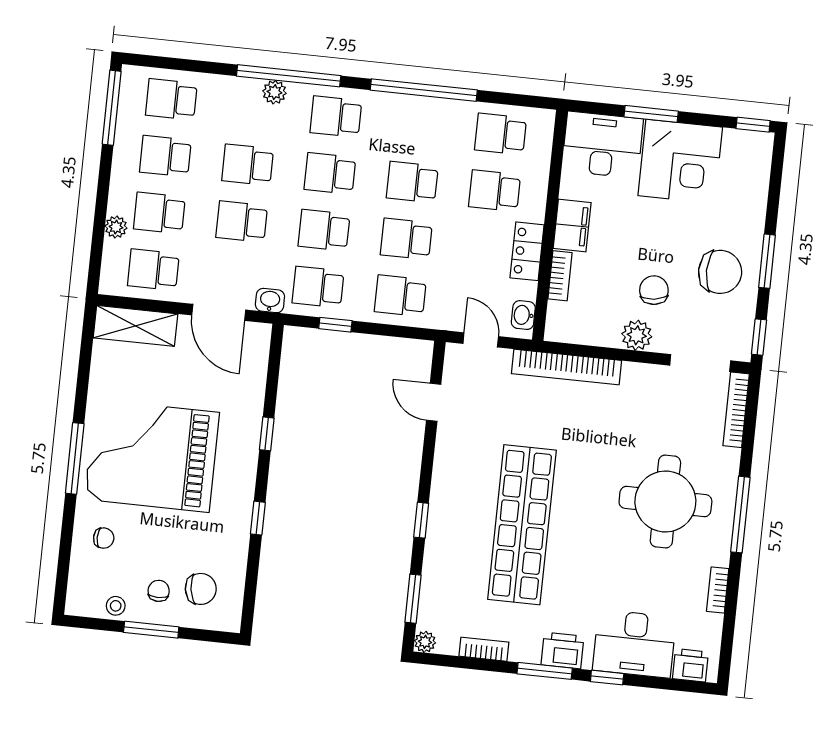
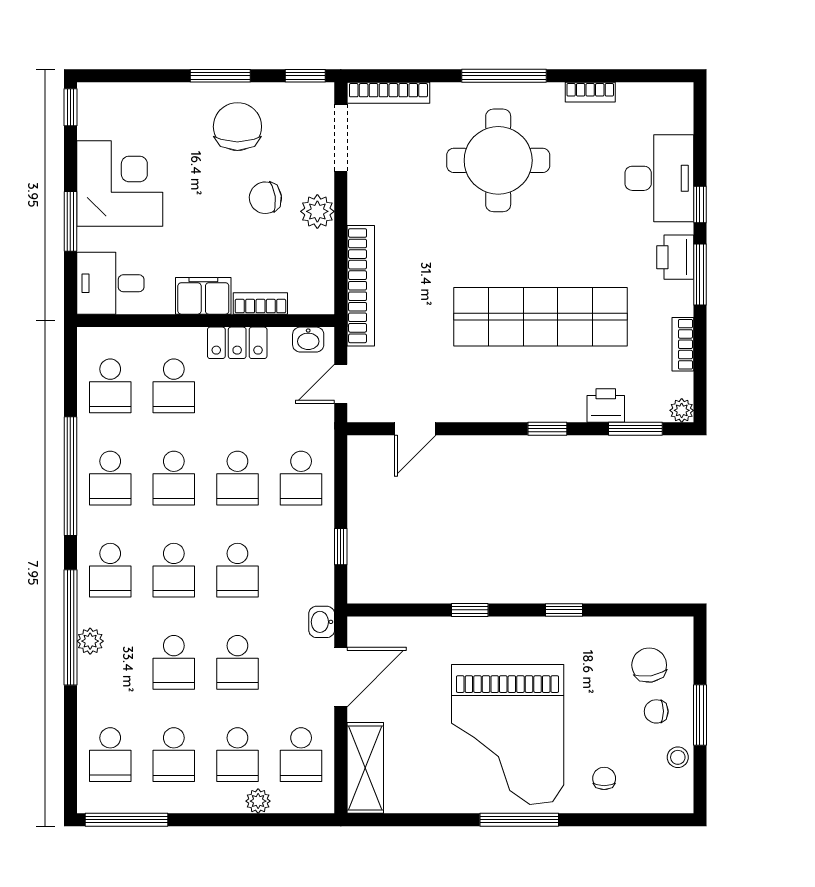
desk: (602, 145) -> (110, 283), width x0.73
school desk: (318, 287) -> (110, 478), moved
printer: (690, 665) -> (606, 406), moved, turned 90

